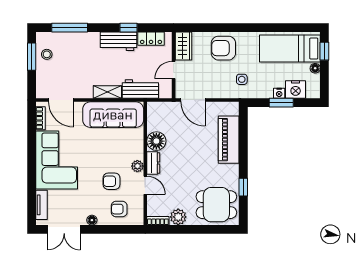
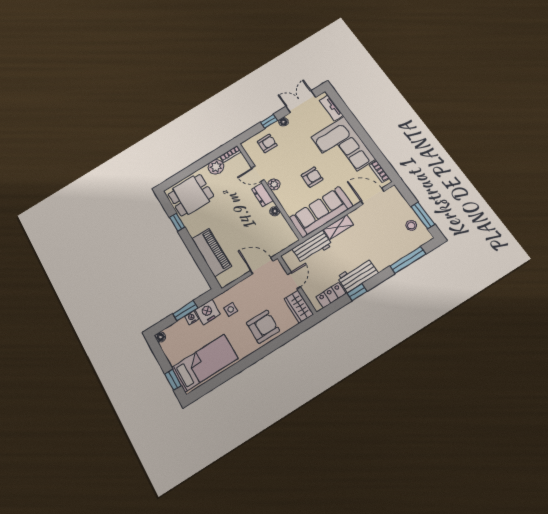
floor lamp: (315, 68) -> (161, 337), moved
nightstand: (296, 89) -> (208, 312), moved
floor lamp: (156, 141) -> (275, 211), width x0.53, depth x0.53
armchair: (112, 181) -> (312, 177), moved
window: (104, 229) -> (269, 121), added

